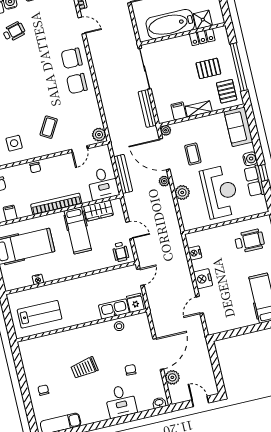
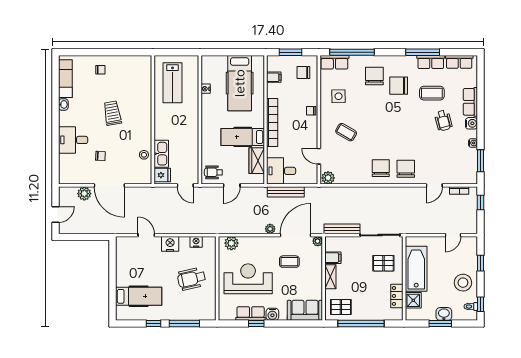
pallet: (208, 68) -> (383, 263), moved, turned 90
plant: (182, 192) -> (231, 243), moved
reception desk: (220, 192) -> (248, 279), turned 180
wheelchair: (250, 241) -> (192, 279), moved, turned 77
washbasin: (159, 403) -> (63, 104), moved

